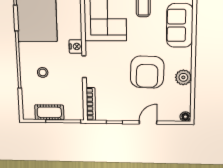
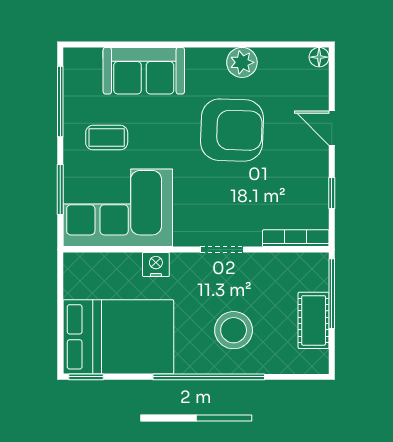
nightstand: (76, 46) -> (156, 265), moved
stool: (43, 72) -> (234, 330), width x1.89, depth x1.89

